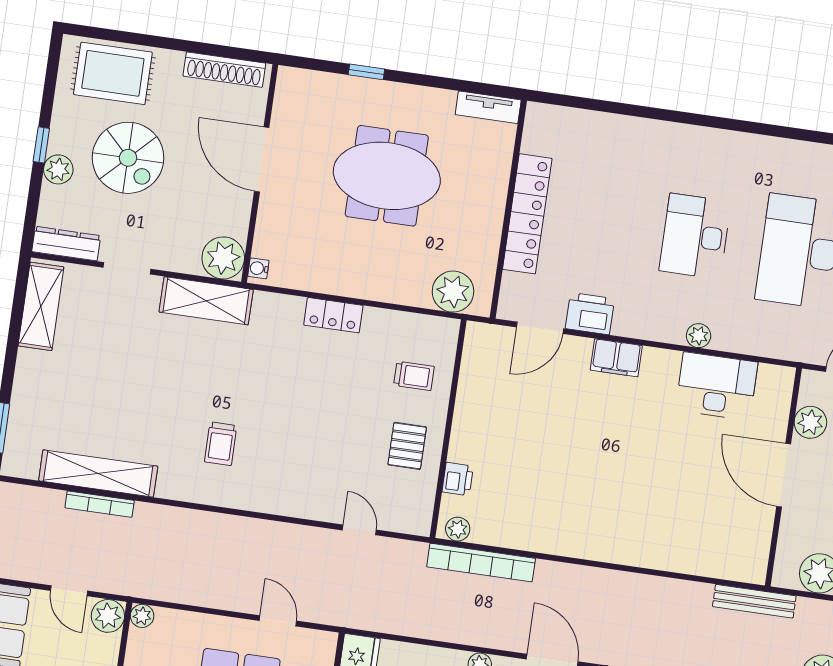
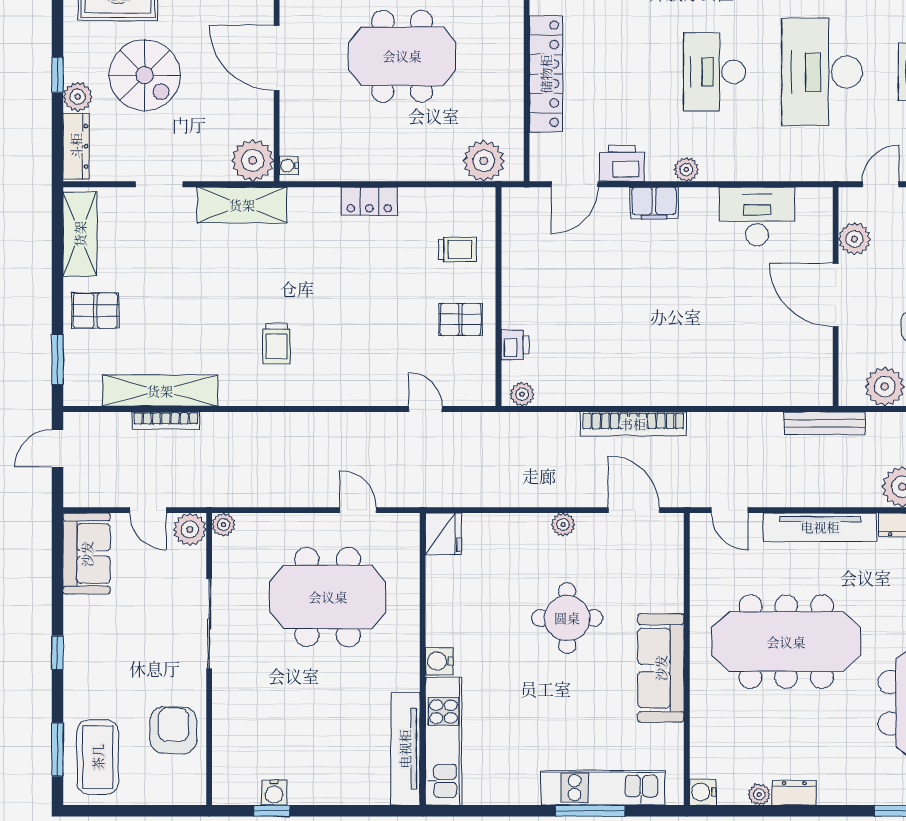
dresser: (66, 244) -> (76, 146), moved, turned 90
plant: (699, 336) -> (686, 169), moved
pallet: (45, 385) -> (95, 311), added
pallet: (407, 446) -> (461, 319), turned 90
bookcase: (481, 563) -> (633, 424), moved

